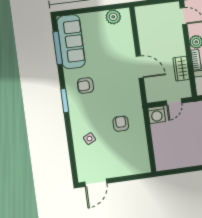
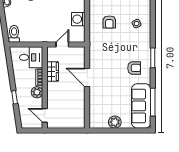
plant: (113, 17) -> (115, 122), moved
washing machine: (157, 115) -> (78, 19), moved, turned -90
armchair: (121, 124) -> (109, 22), moved

